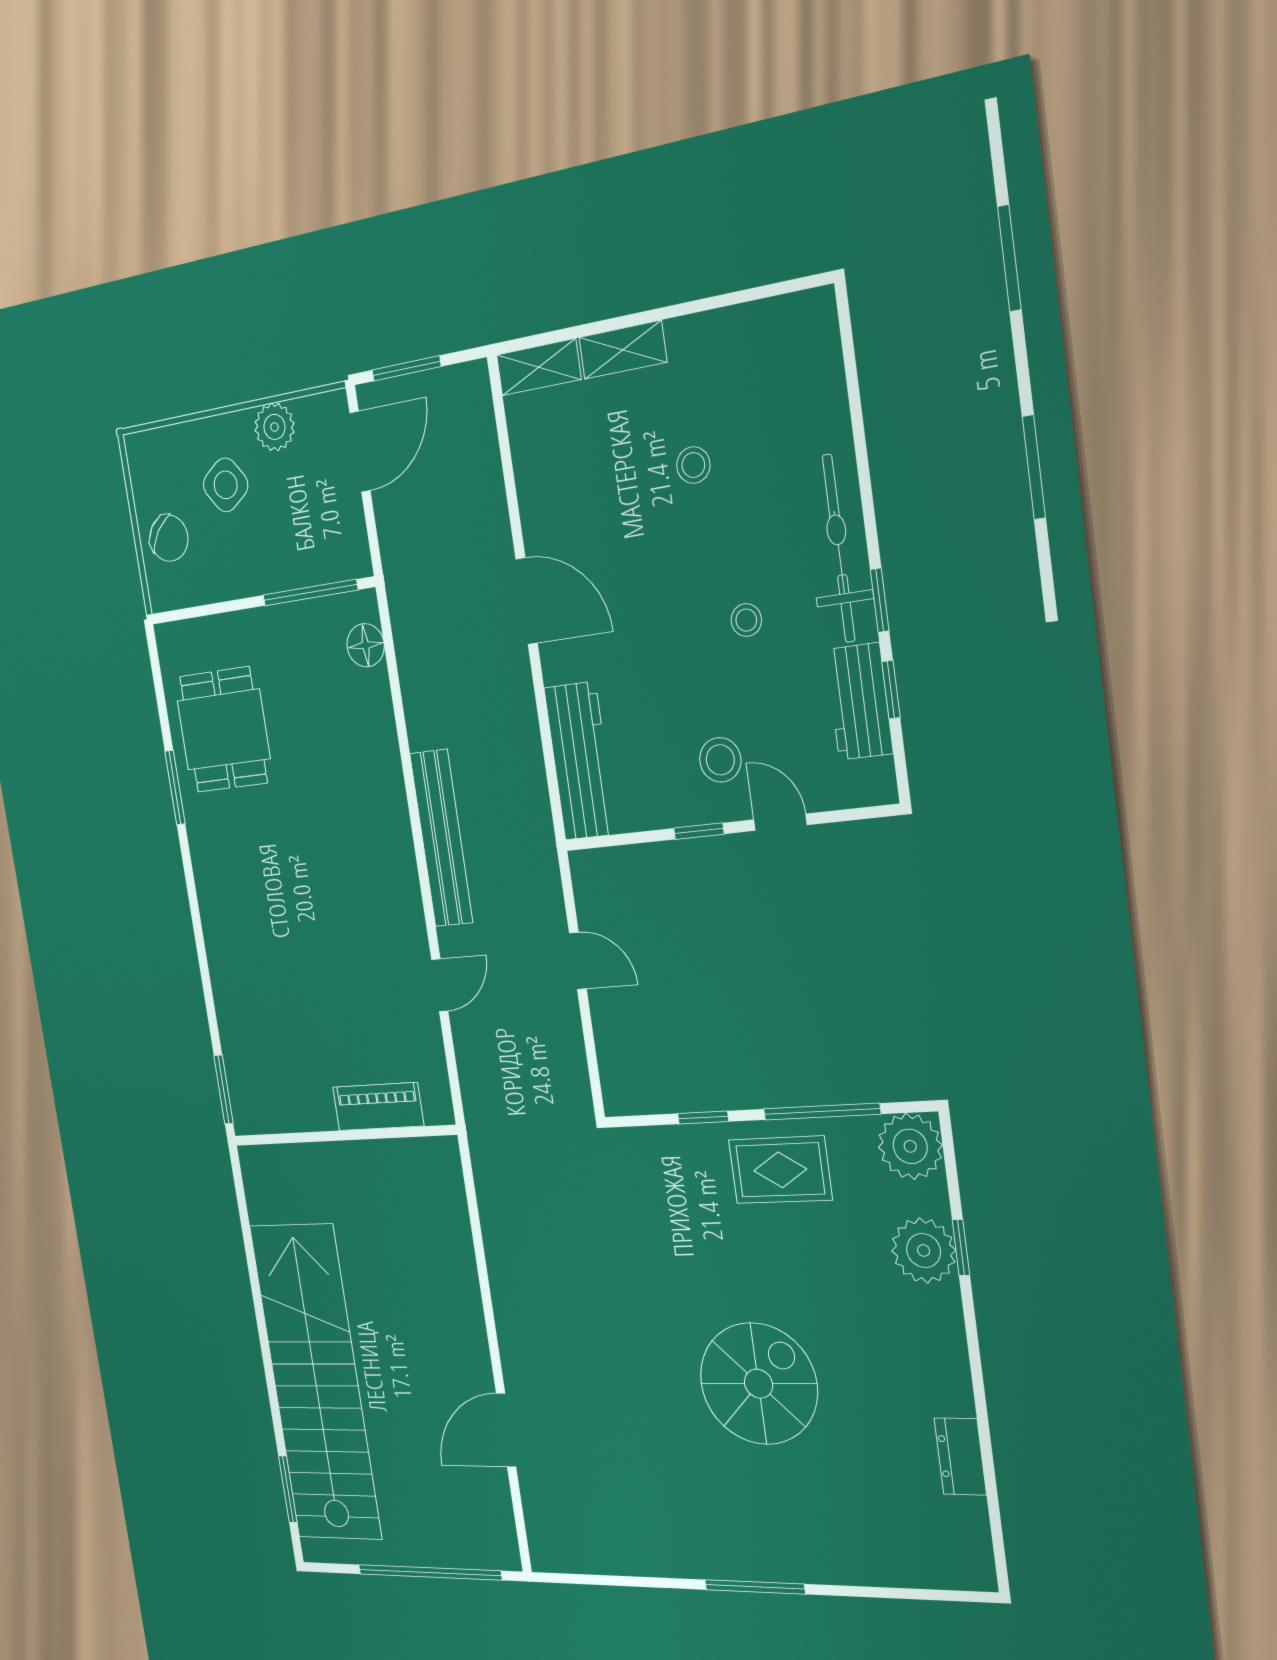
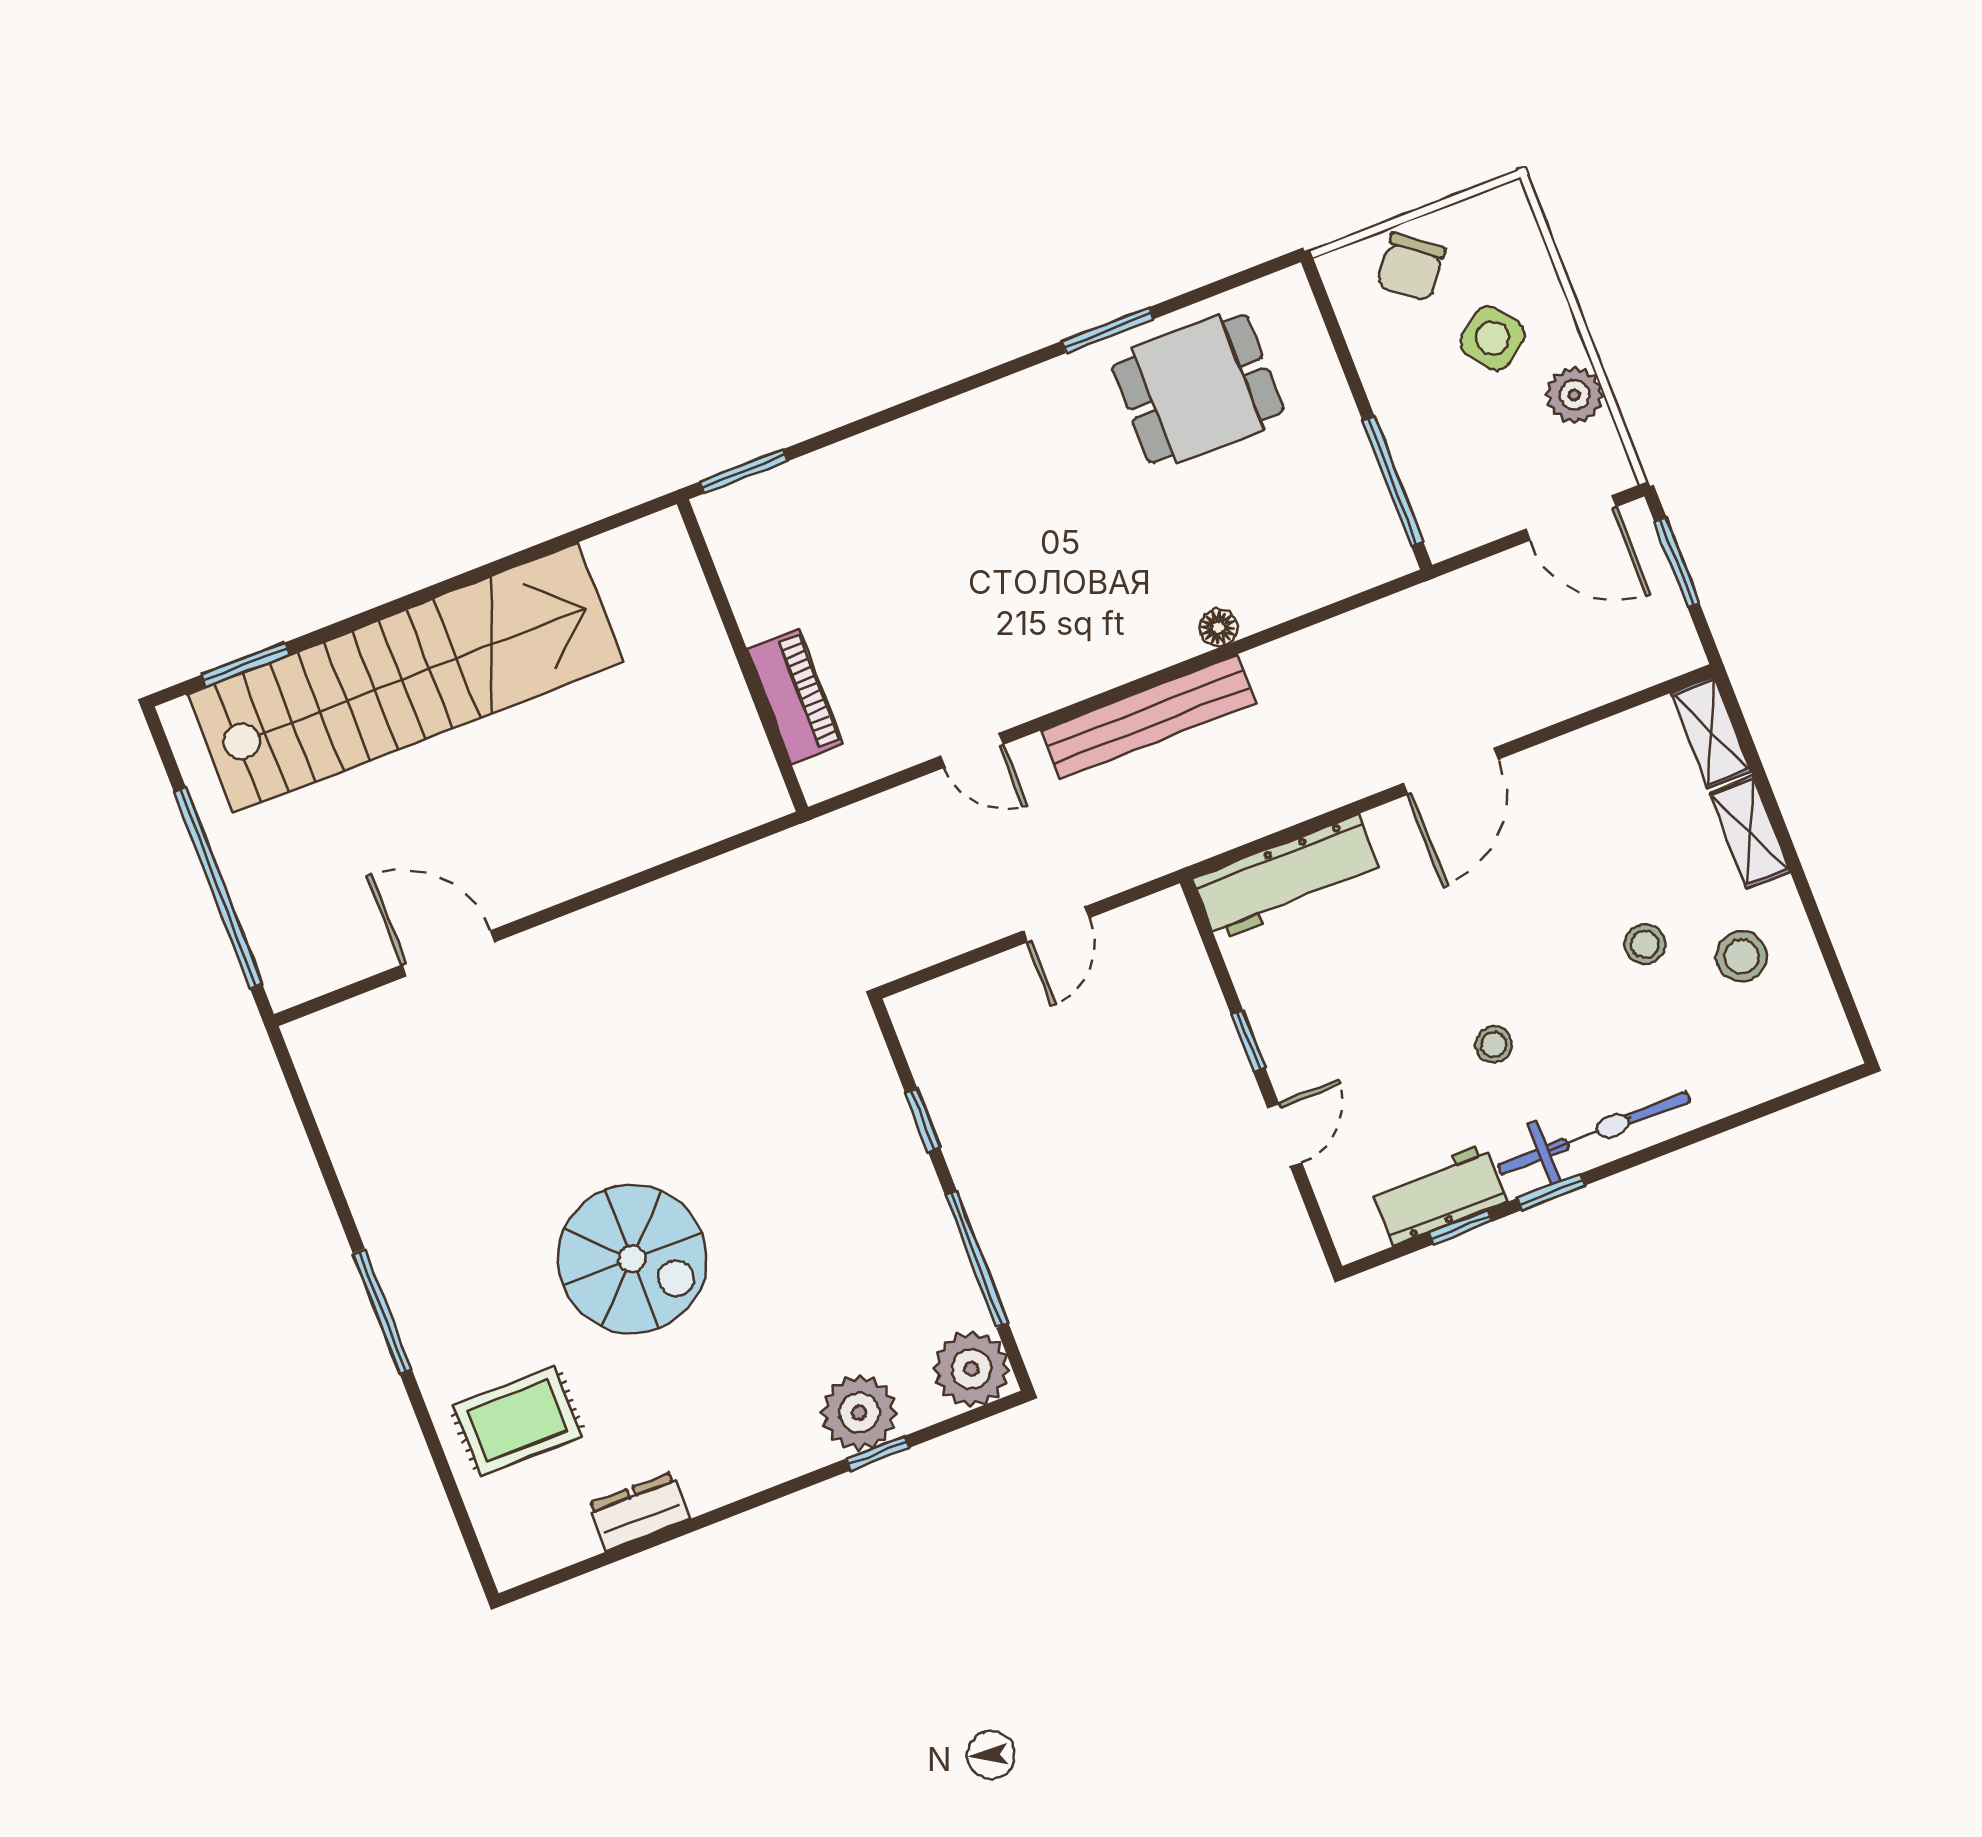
floor lamp: (366, 645) -> (1218, 628), moved, width x0.73, depth x0.73
stool: (720, 760) -> (1742, 956), moved
rug: (780, 1170) -> (517, 1421), moved, turned 90

